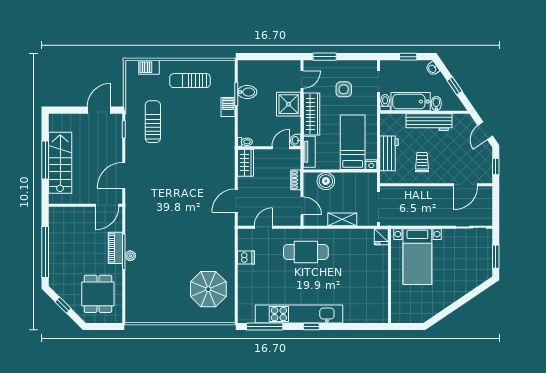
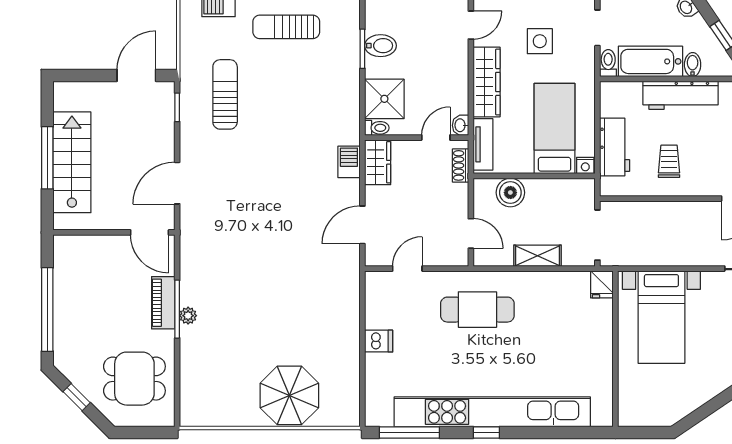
shower: (289, 104) -> (384, 99), moved
barbecue: (228, 107) -> (349, 162), moved
shoe rack: (296, 180) -> (461, 165), moved
door: (107, 205) -> (150, 232), hinge flipped
dishwasher: (246, 258) -> (379, 341), moved
parasol: (208, 289) -> (289, 395), moved
dining table: (98, 294) -> (134, 379), turned 90
kitchen unit: (299, 314) -> (492, 412), width x1.36

